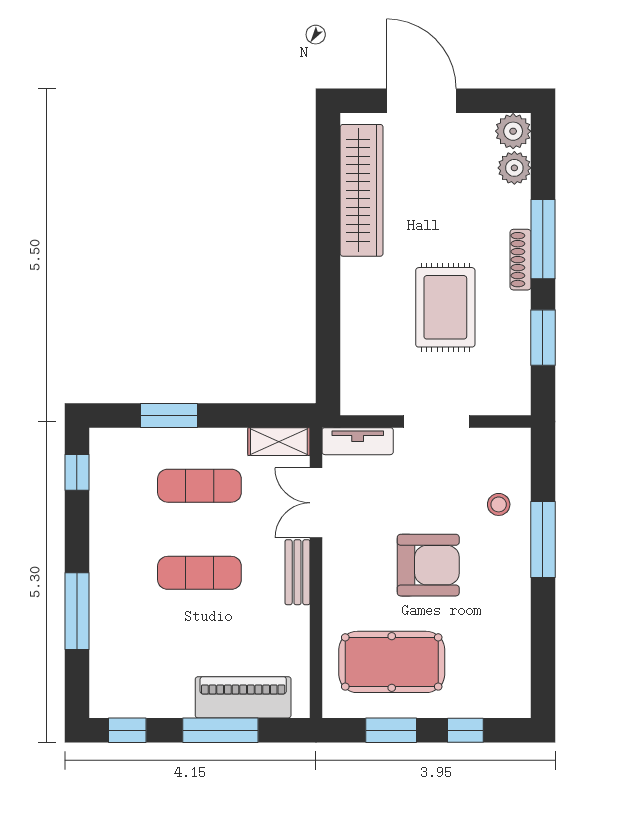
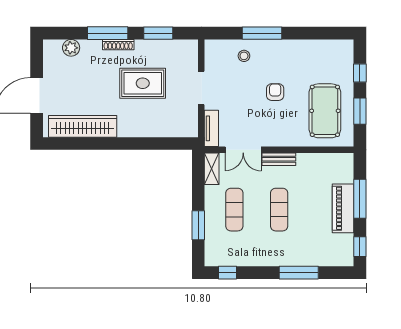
plant: (513, 131) -> (52, 48), removed
armchair: (428, 565) -> (275, 92), width x0.53, depth x0.53
piano: (243, 697) -> (343, 208), moved

